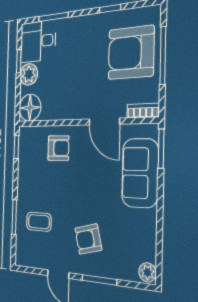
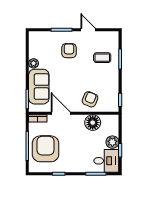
armchair: (131, 53) -> (46, 149), turned -90
floor lamp: (30, 108) -> (93, 123), moved
armchair: (58, 148) -> (90, 99), turned 113
armchair: (88, 239) -> (69, 51), turned -76
plant: (147, 272) -> (34, 63), moved

